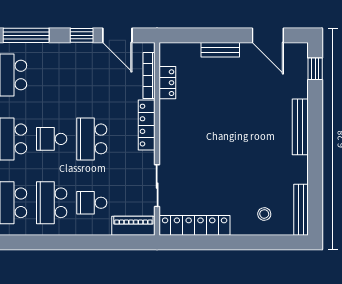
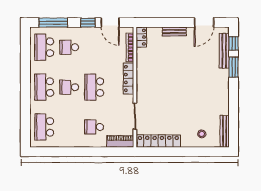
door: (268, 35) -> (204, 23), hinge flipped
locker: (167, 83) -> (141, 37), moved
window: (315, 107) -> (234, 67), added
bench: (300, 127) -> (224, 51), moved
school desk: (52, 203) -> (69, 47), moved, width x0.54

